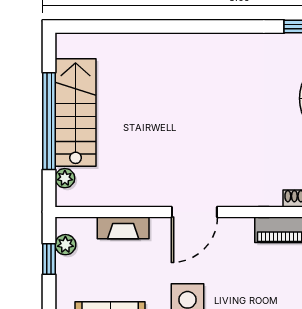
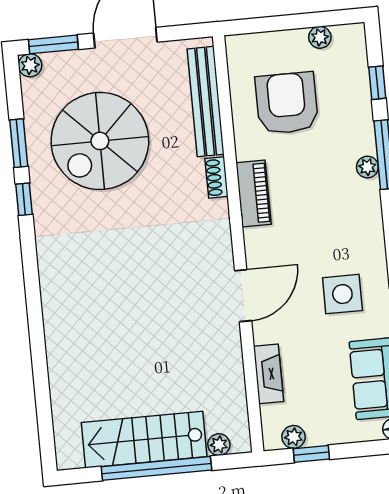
door: (194, 212) -> (243, 296), hinge flipped

